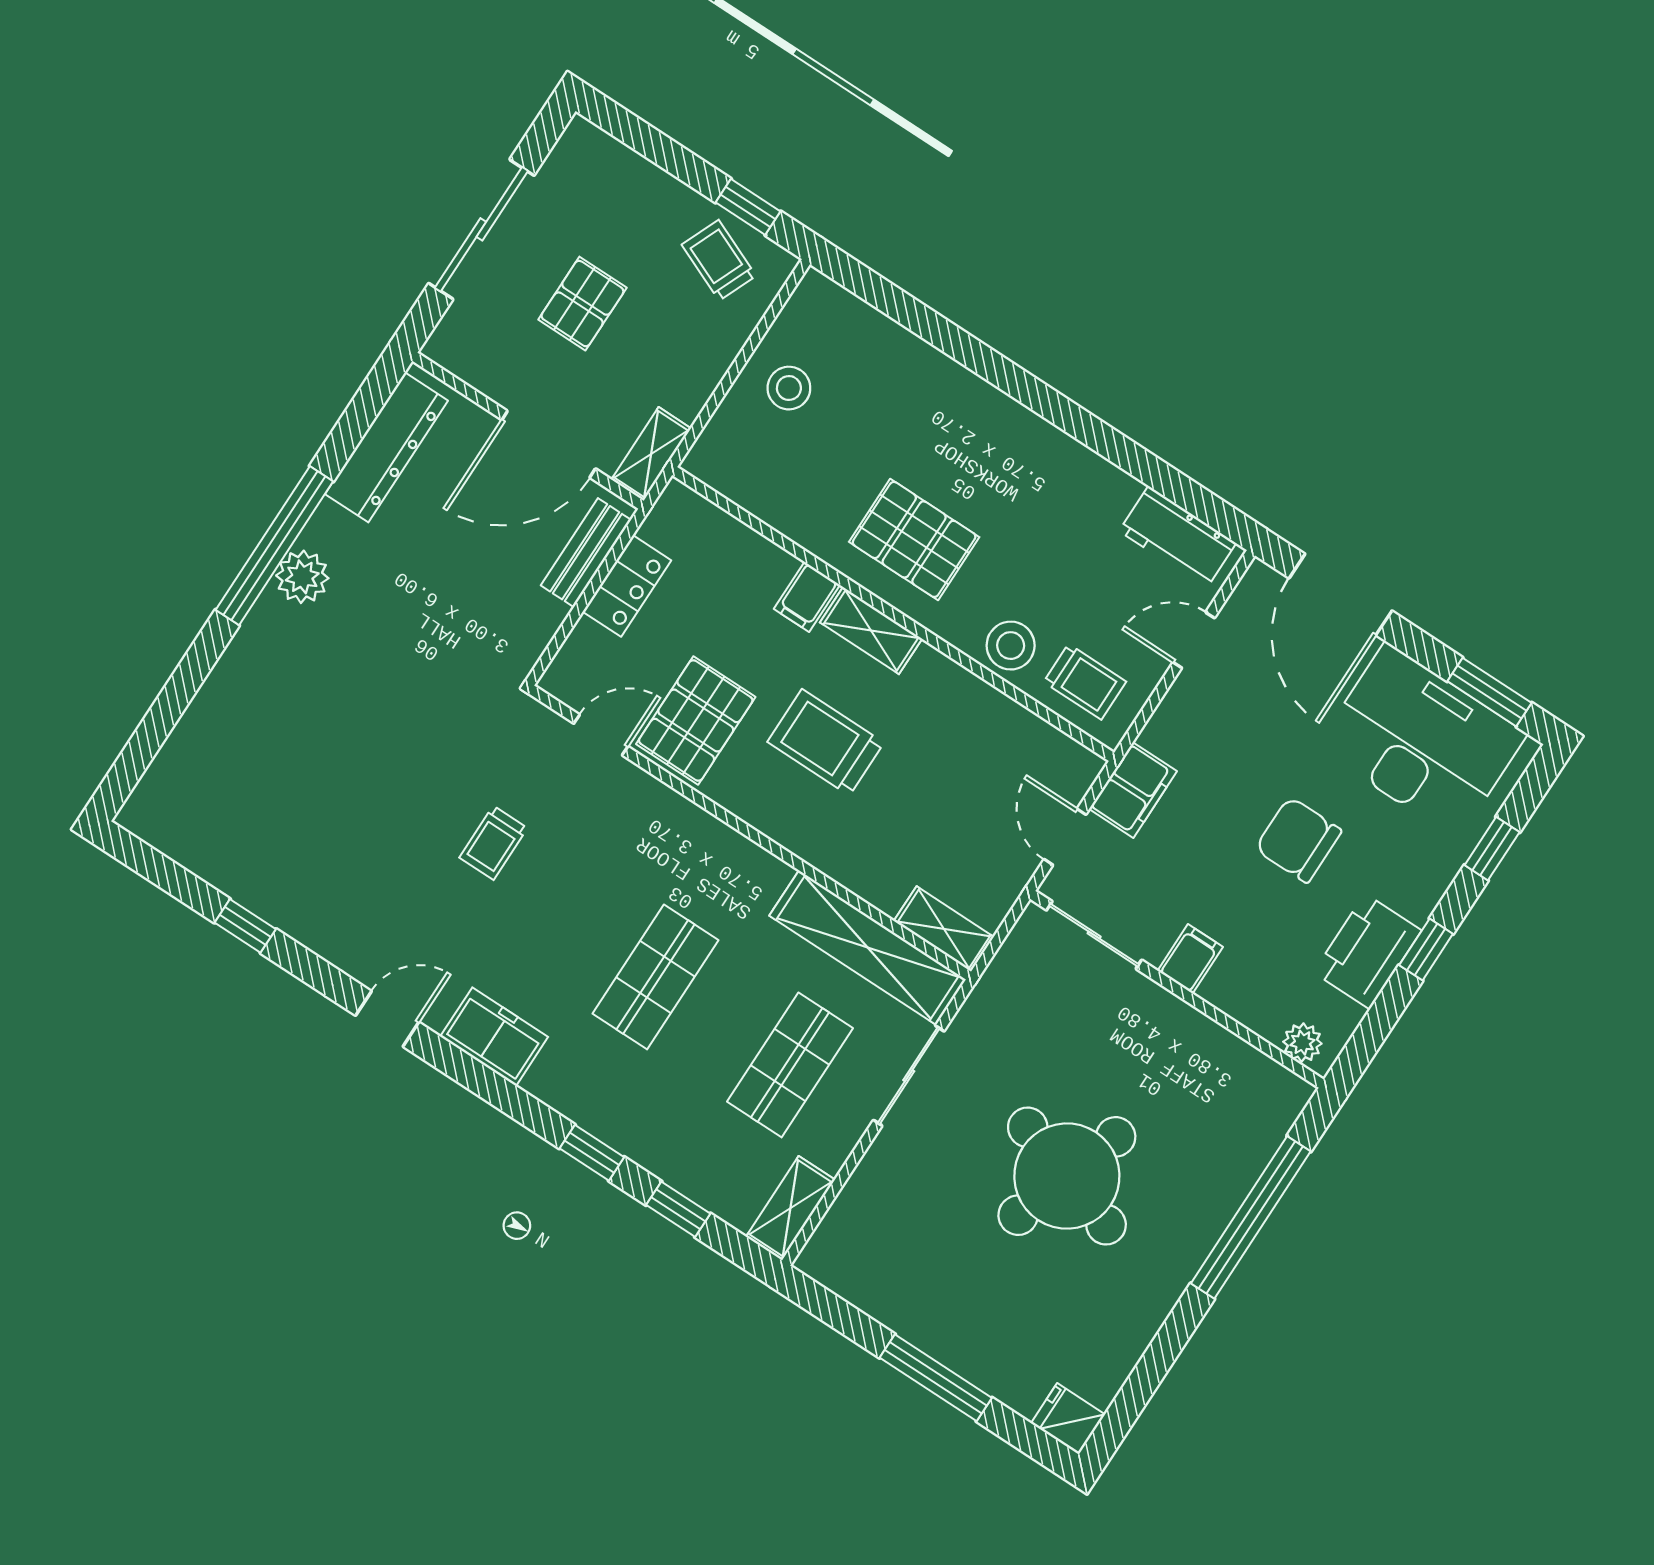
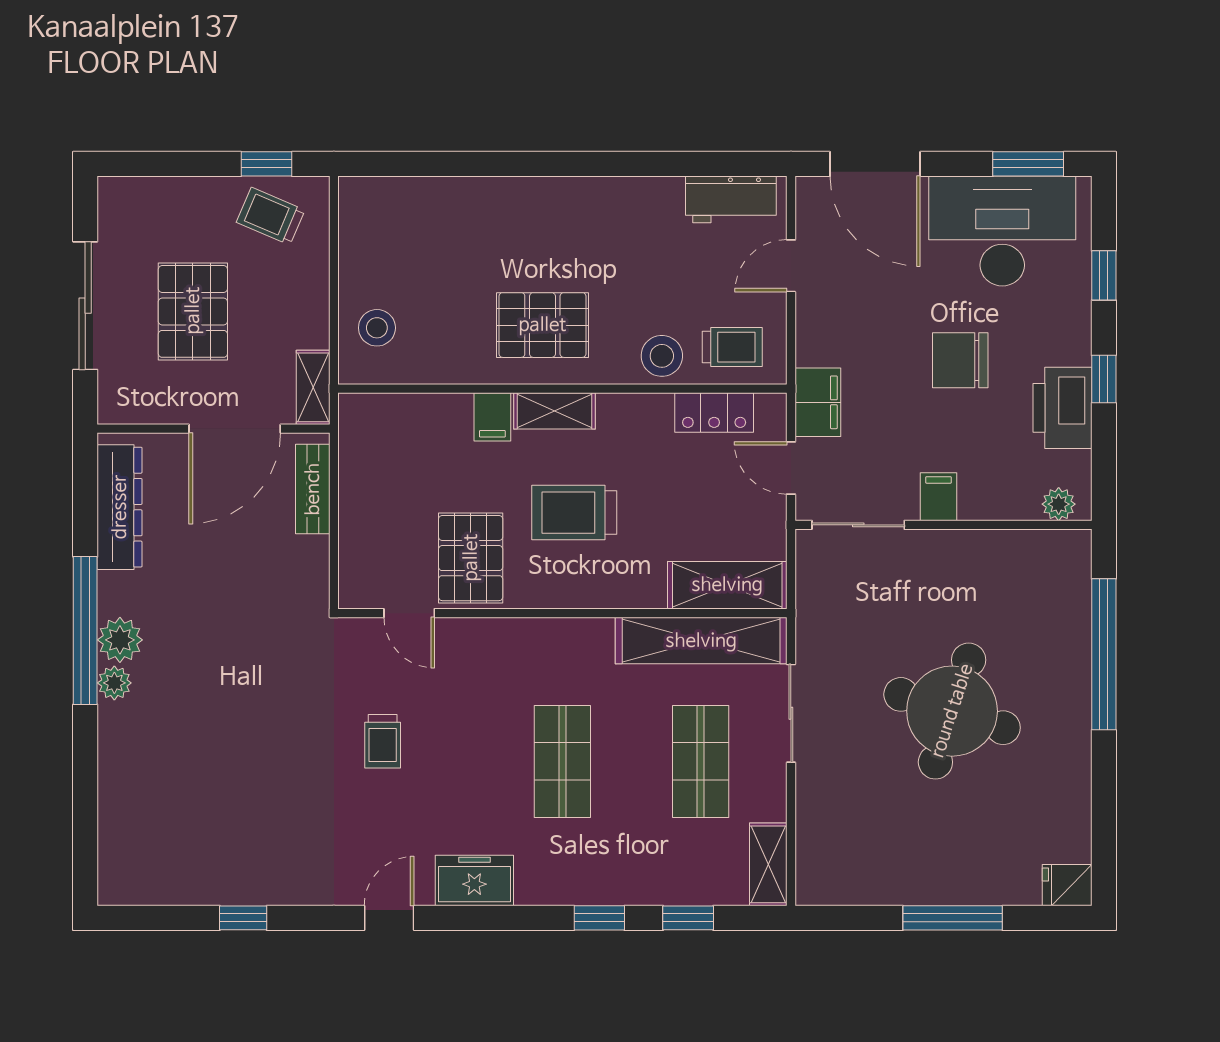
pallet: (582, 304) -> (193, 311), width x1.50, depth x1.42
stool: (789, 388) -> (377, 328), moved
locker: (627, 586) -> (714, 412), moved, turned 90
plant: (269, 615) -> (114, 683), added
door: (601, 735) -> (409, 613), swing flipped
shelving: (944, 929) -> (727, 585), width x1.50, depth x1.33

